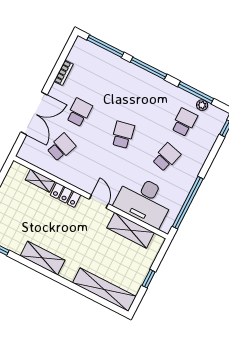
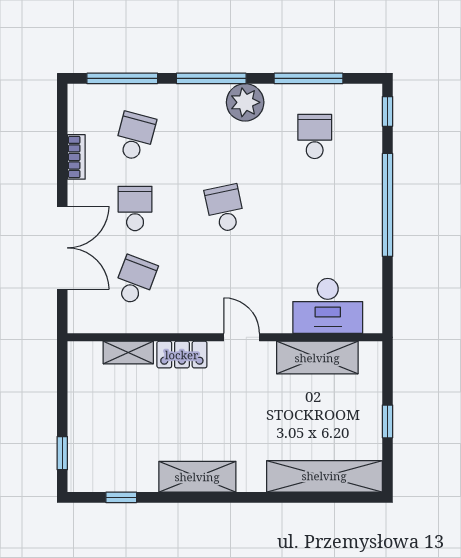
plant: (202, 105) -> (245, 102), moved, width x1.88, depth x1.88
school desk: (166, 157) -> (135, 136), moved
desk: (144, 201) -> (328, 306), width x0.73, depth x0.77
window: (188, 203) -> (387, 205), moved

